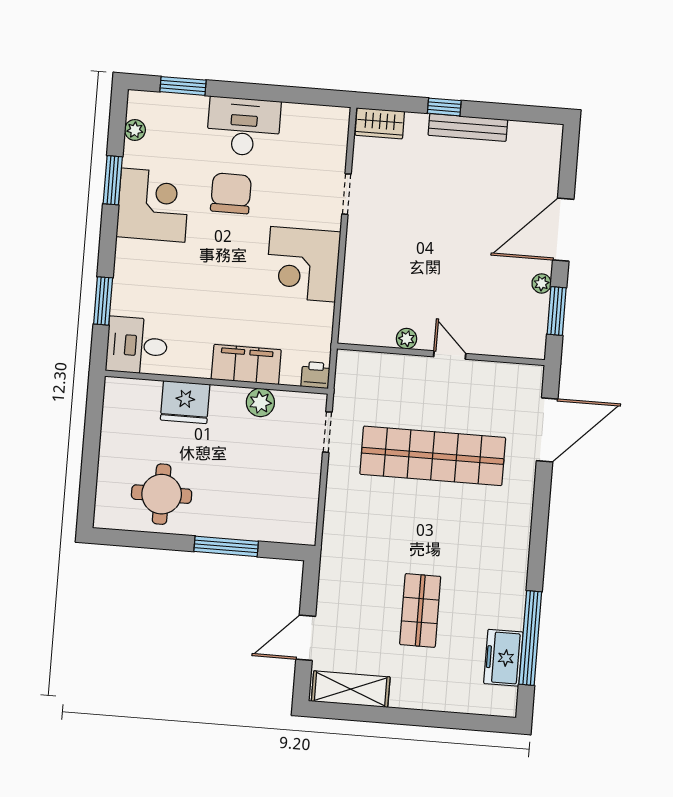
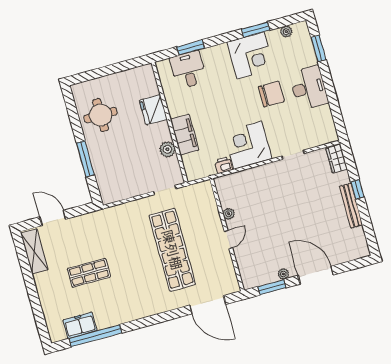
desk: (137, 346) -> (188, 70), moved
printer: (316, 375) -> (224, 165), moved, turned -90

